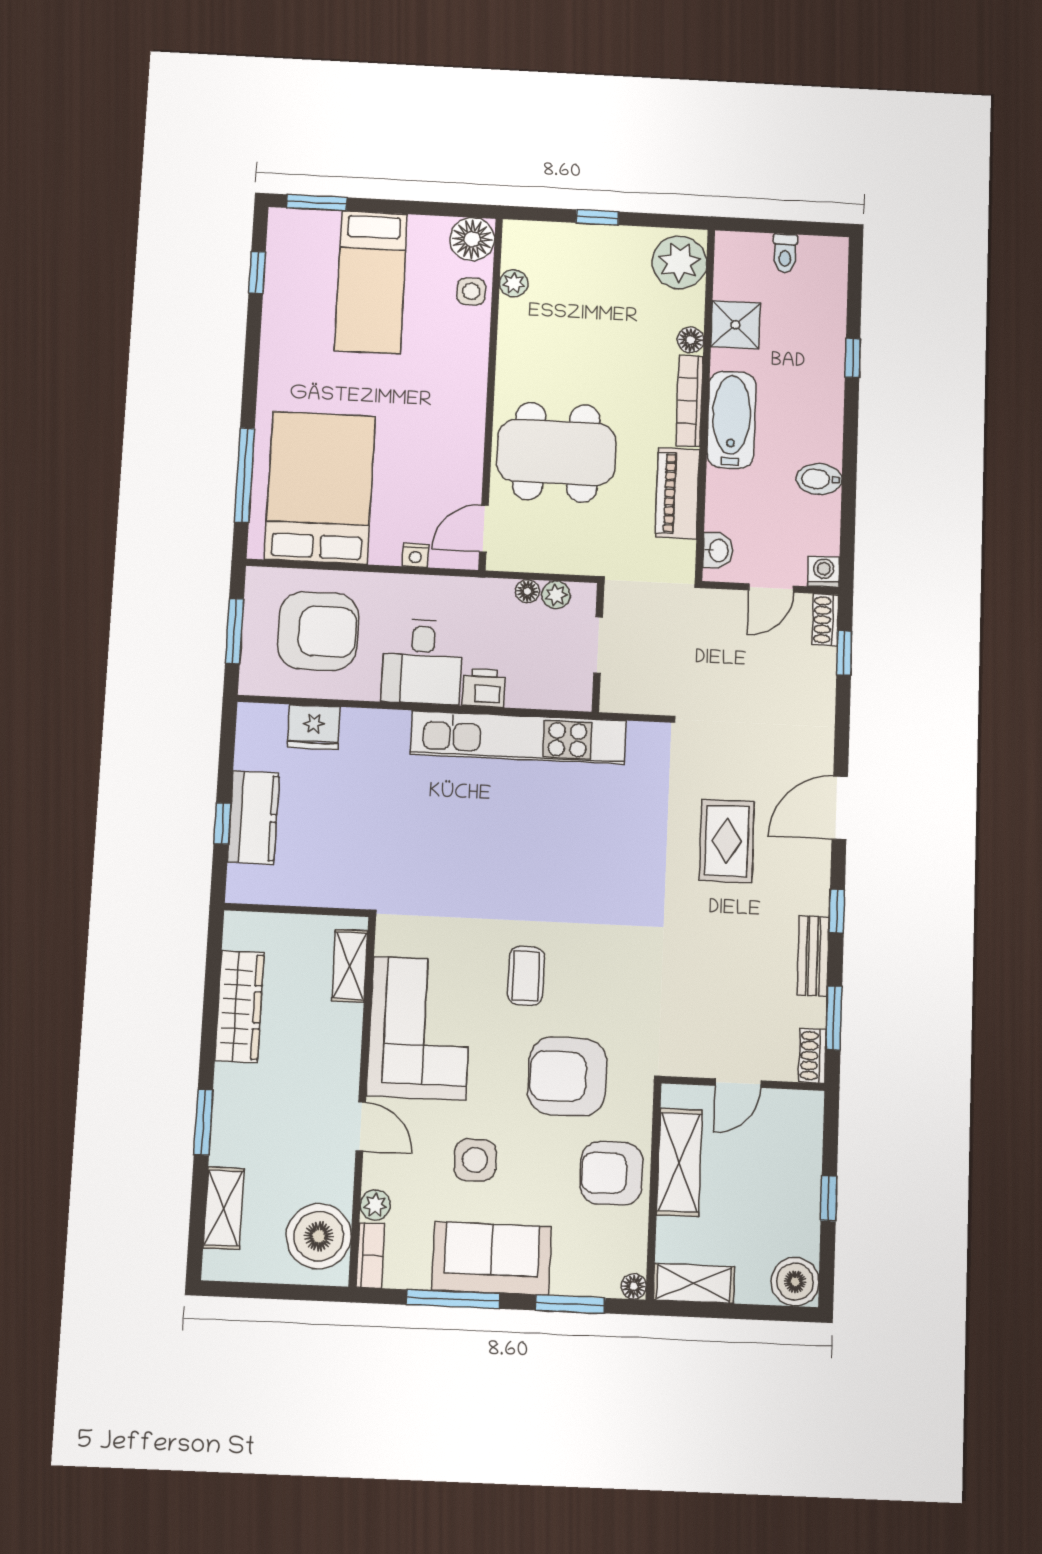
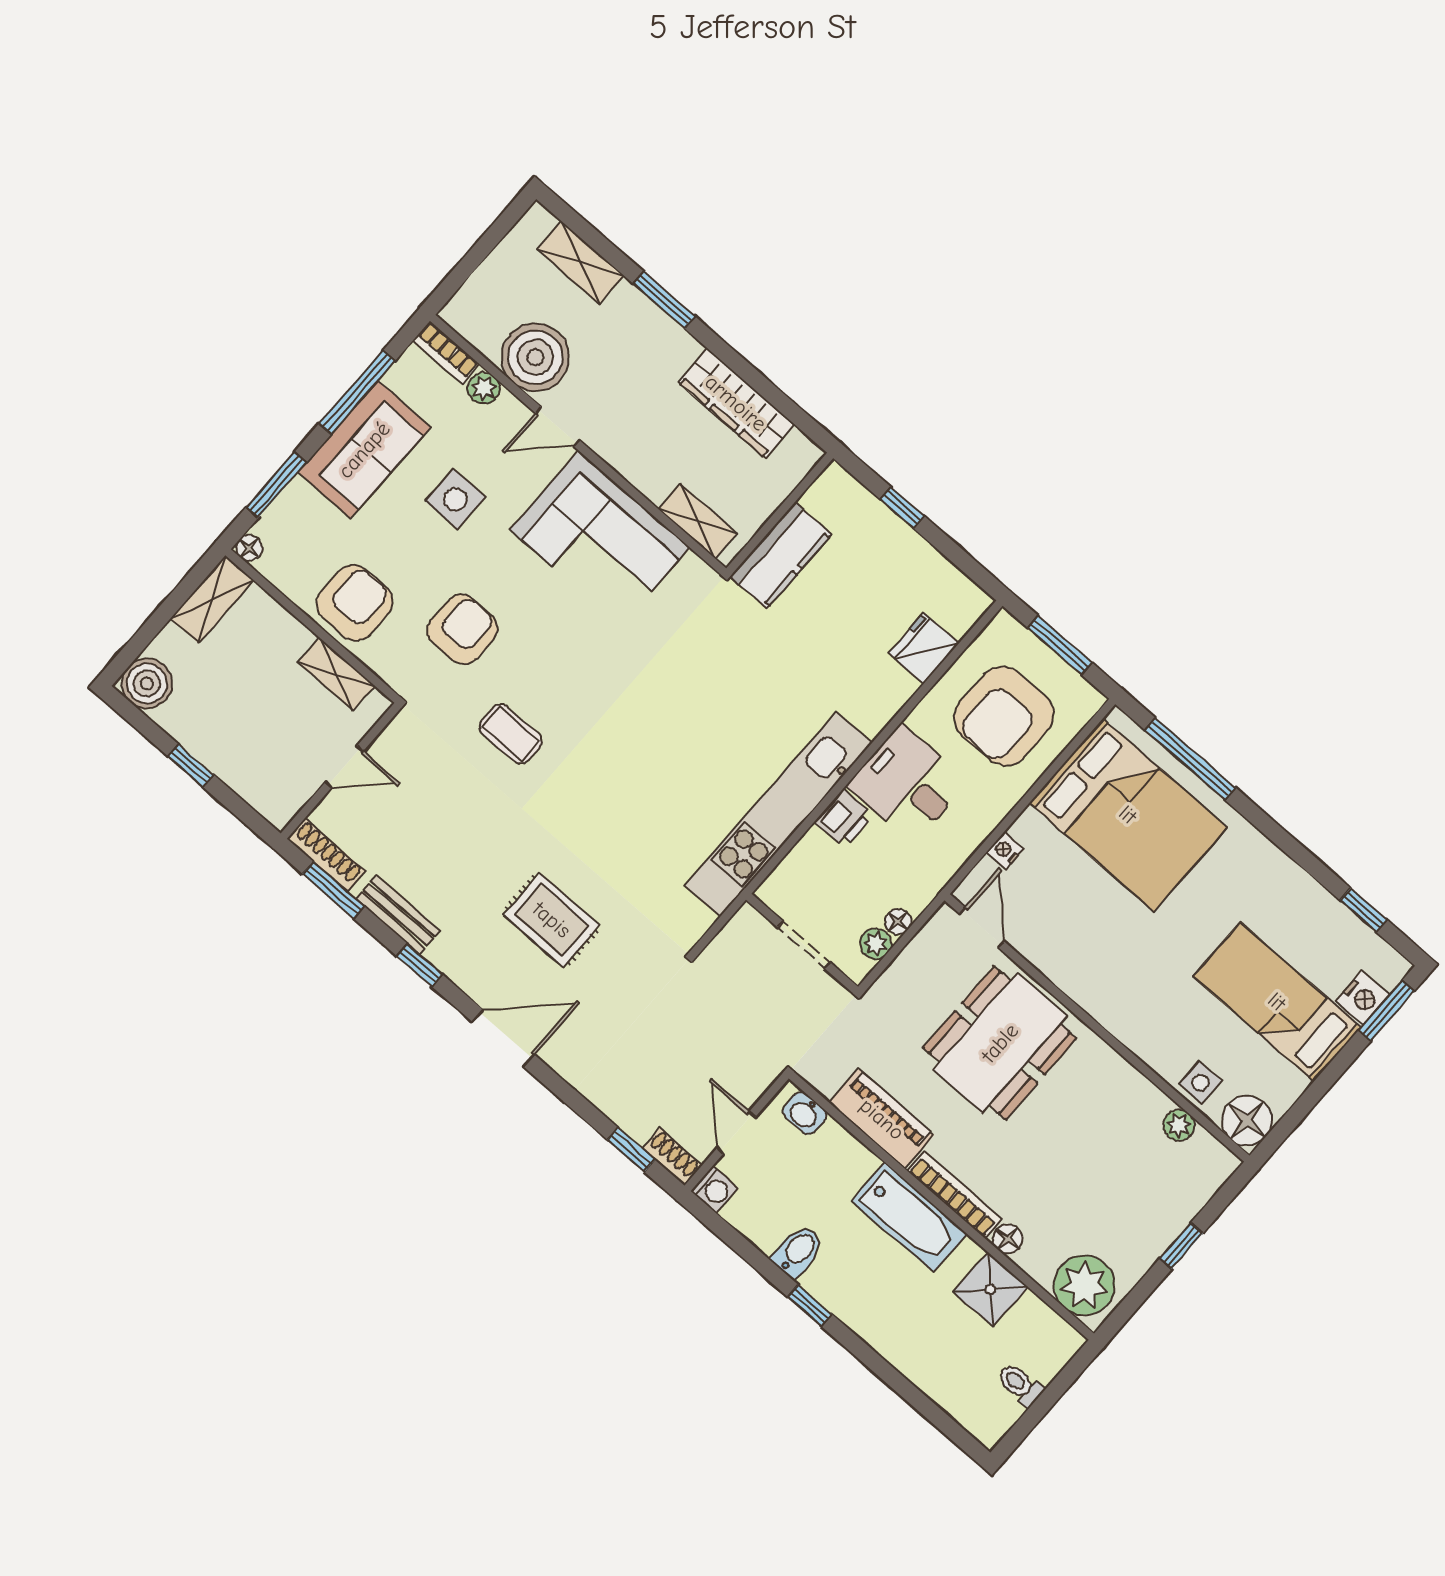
nightstand: (321, 226) -> (1363, 998), added
window: (853, 358) -> (810, 1305), moved
door: (840, 808) -> (503, 1038), hinge flipped
kitchen counter: (253, 818) -> (781, 556), moved, turned -90
coffee table: (526, 976) -> (511, 734), moved
shoe rack: (812, 1056) -> (326, 855), width x1.43
armchair: (567, 1077) -> (462, 629), width x0.73, depth x0.73
door: (738, 1083) -> (344, 767), swing flipped
shelving: (679, 1162) -> (336, 674), width x0.67, depth x0.75
boiler: (319, 1236) -> (535, 357), moved

